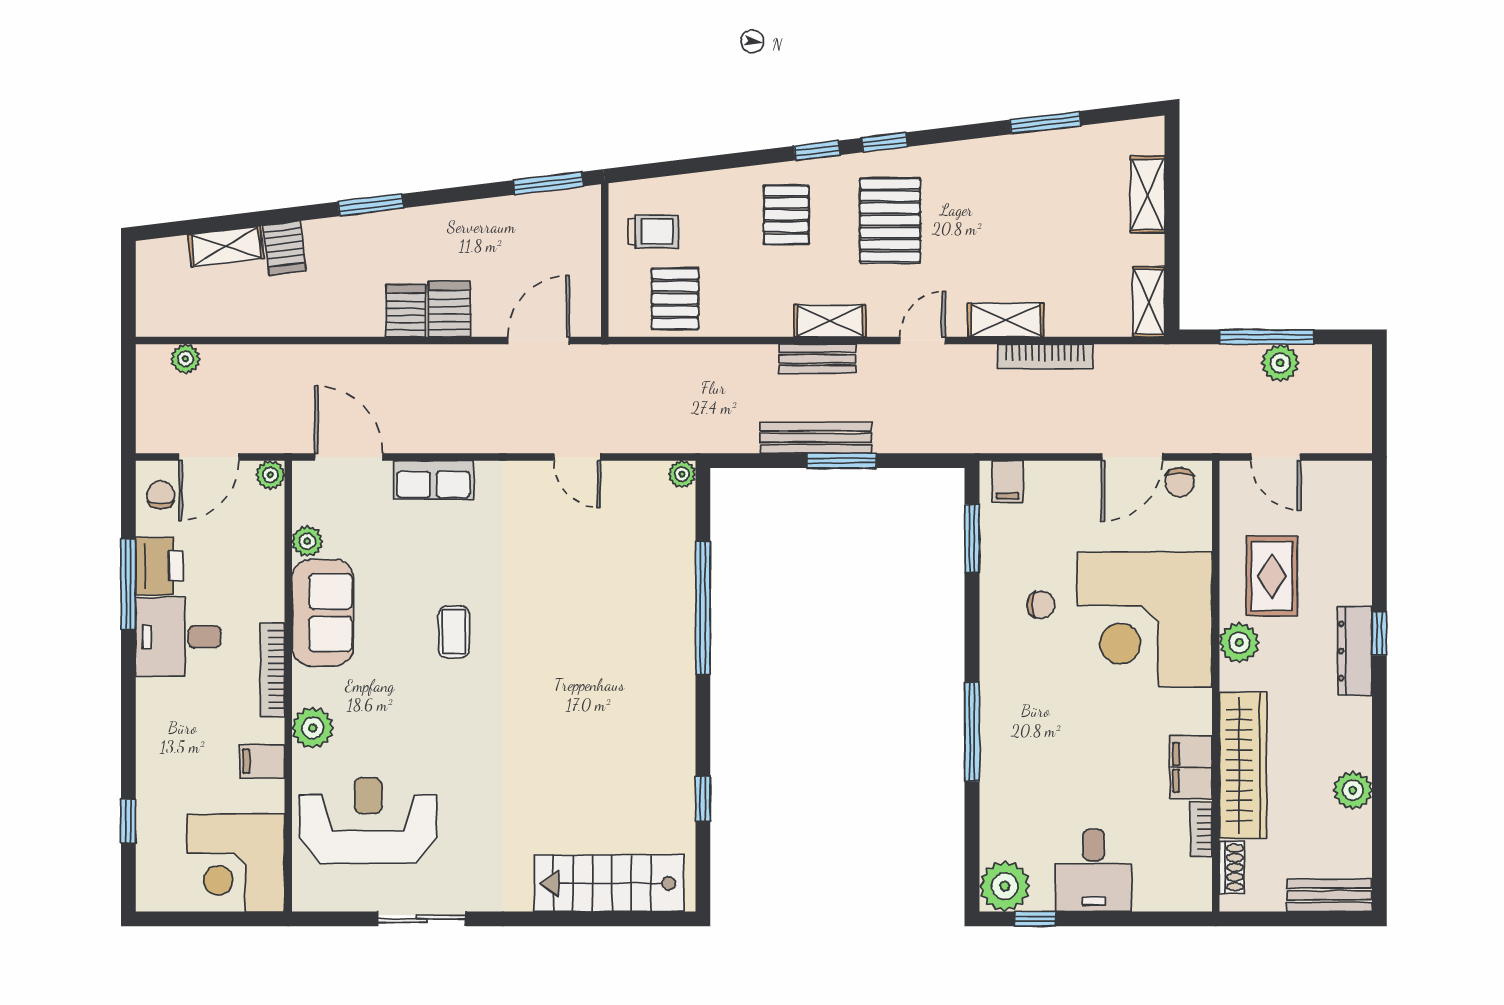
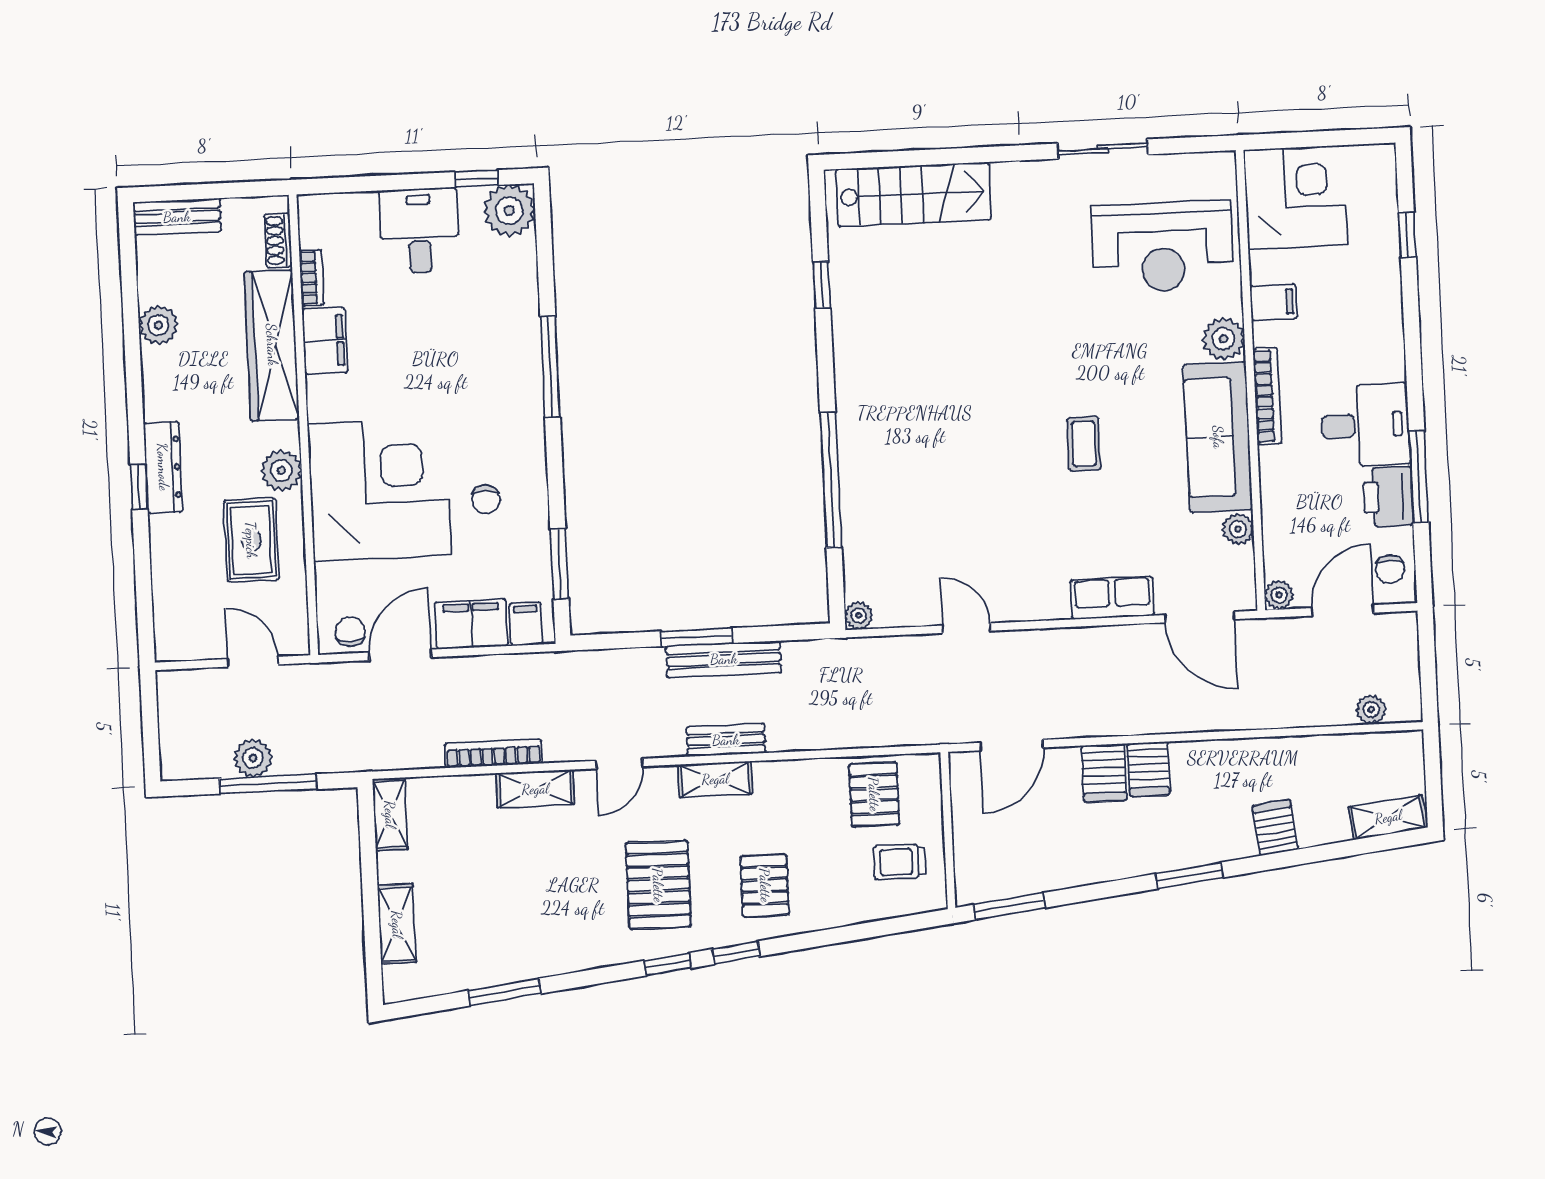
shelving: (226, 246) -> (1388, 817), moved
filing cabinet: (1061, 484) -> (471, 624), added
chair: (1041, 605) -> (486, 499), turned -90
sofa: (323, 613) -> (1218, 437), width x1.36

